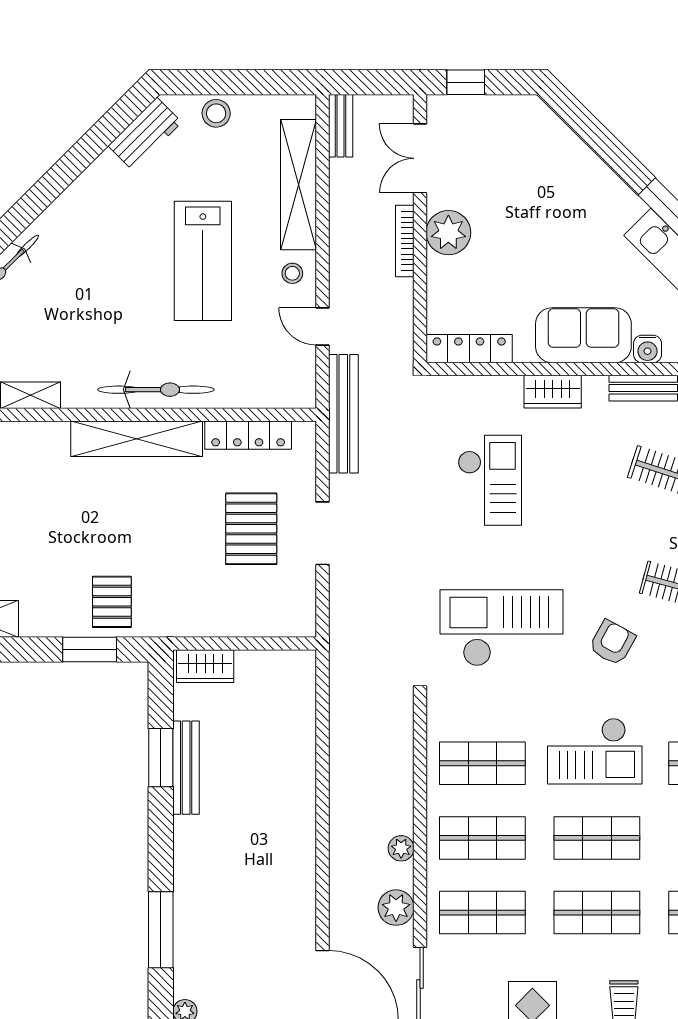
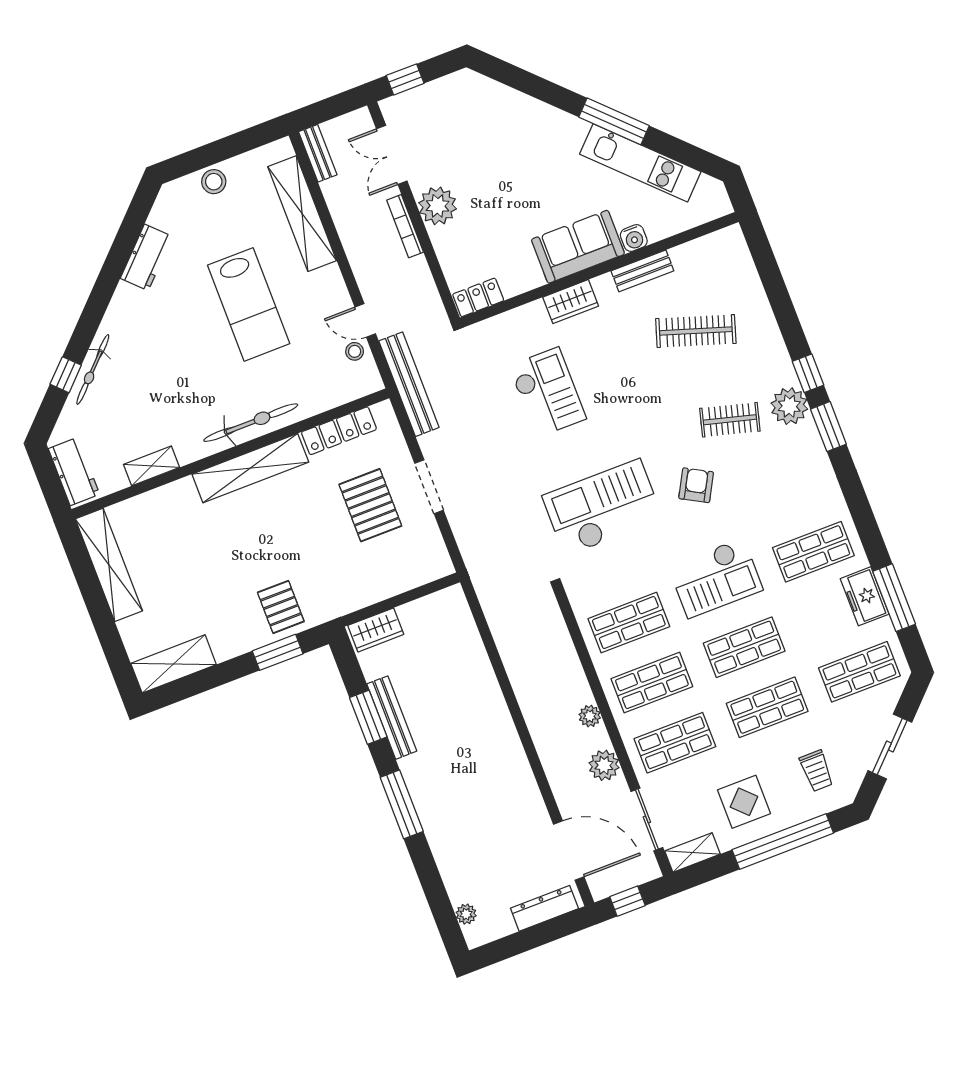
workbench: (145, 134) -> (146, 257), moved
stool: (292, 273) -> (355, 351), moved
locker: (469, 349) -> (478, 297), width x0.66
window: (161, 930) -> (402, 804), moved

